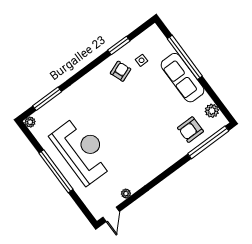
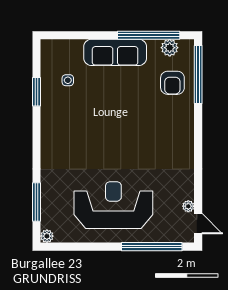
window: (185, 57) -> (149, 35), moved
armchair: (120, 71) -> (63, 109), removed
window: (56, 171) -> (152, 247), moved
plant: (126, 193) -> (188, 206), moved

